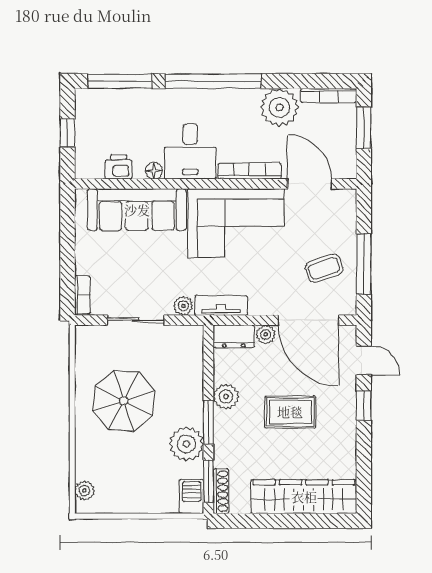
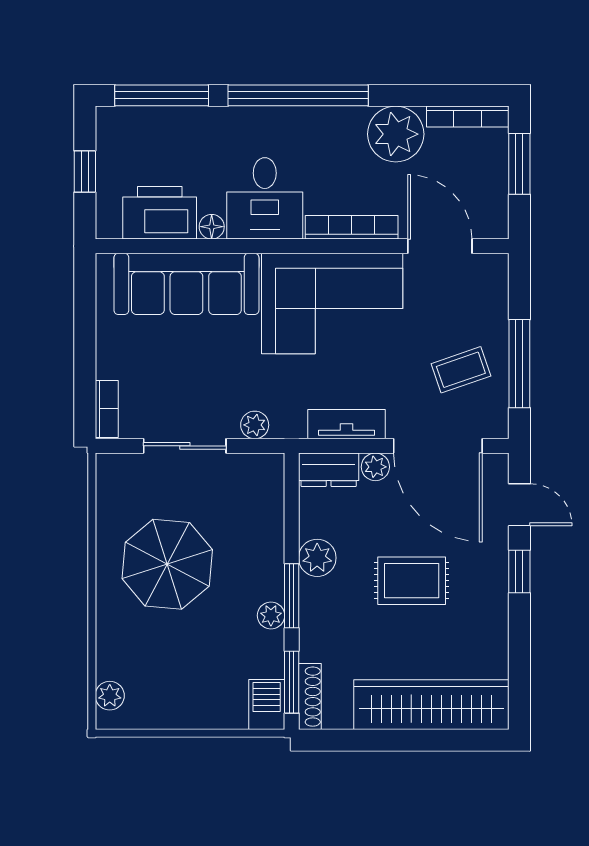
printer: (119, 167) -> (160, 213), width x1.87, depth x1.48
tv unit: (221, 305) -> (347, 424), moved
plant: (186, 444) -> (271, 615), width x0.53, depth x0.53

